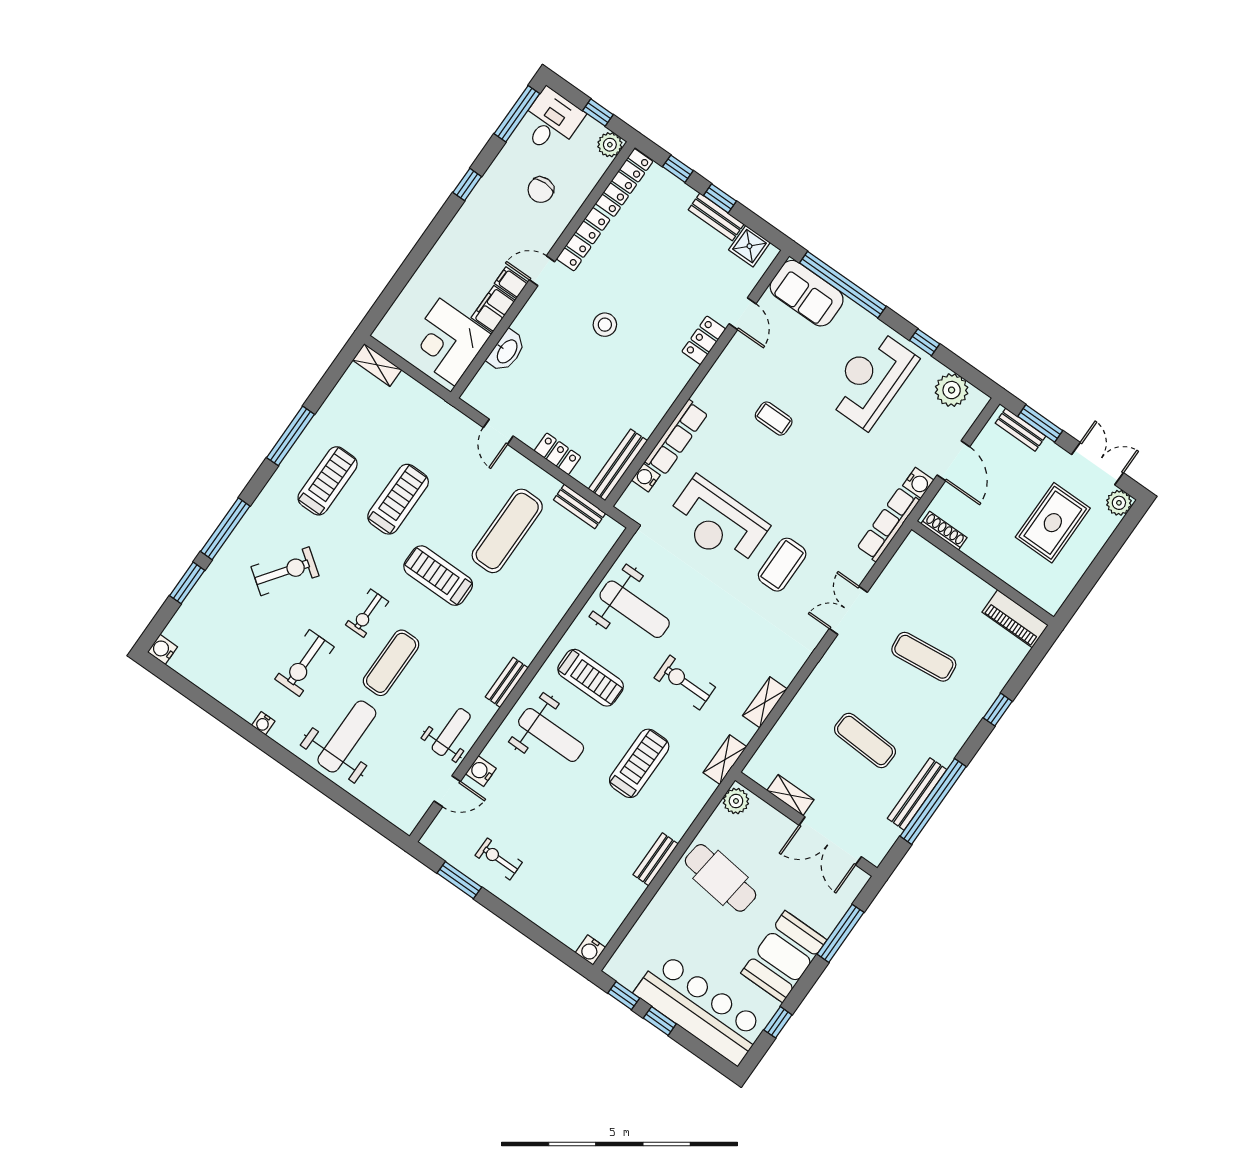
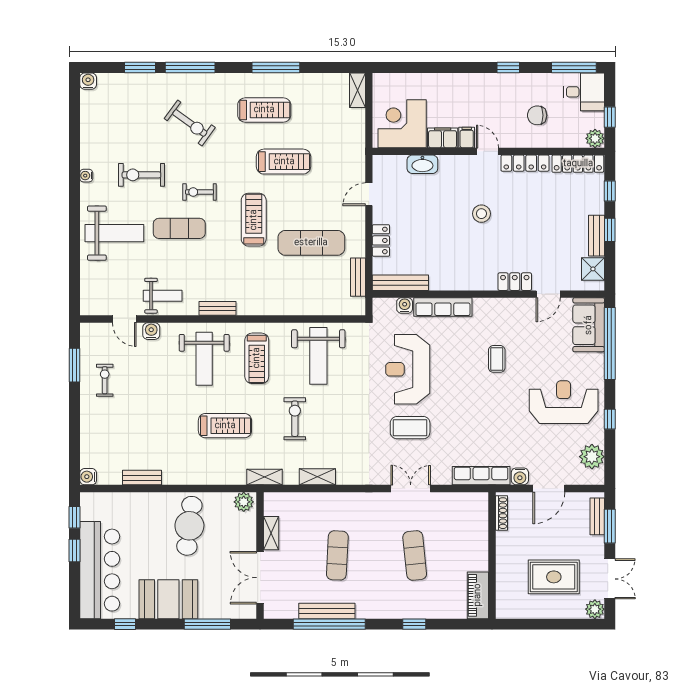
bench: (656, 859) -> (142, 478), moved

